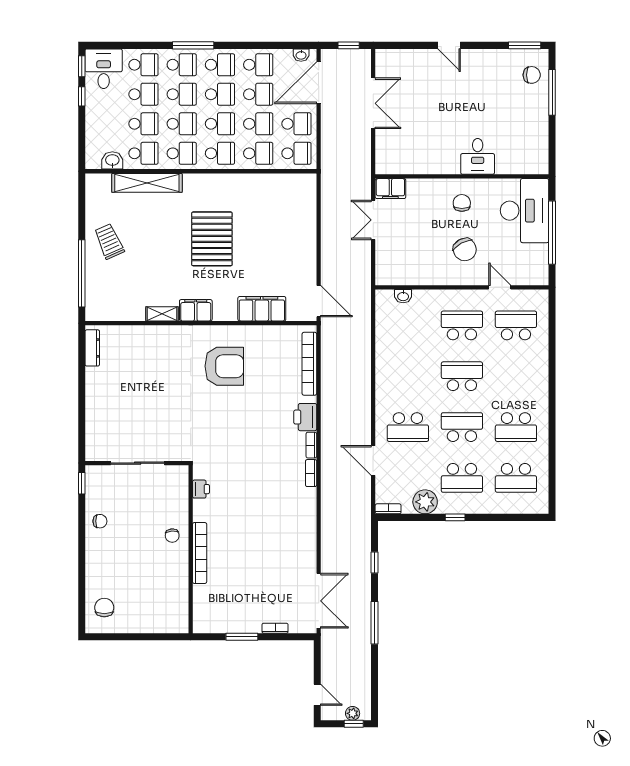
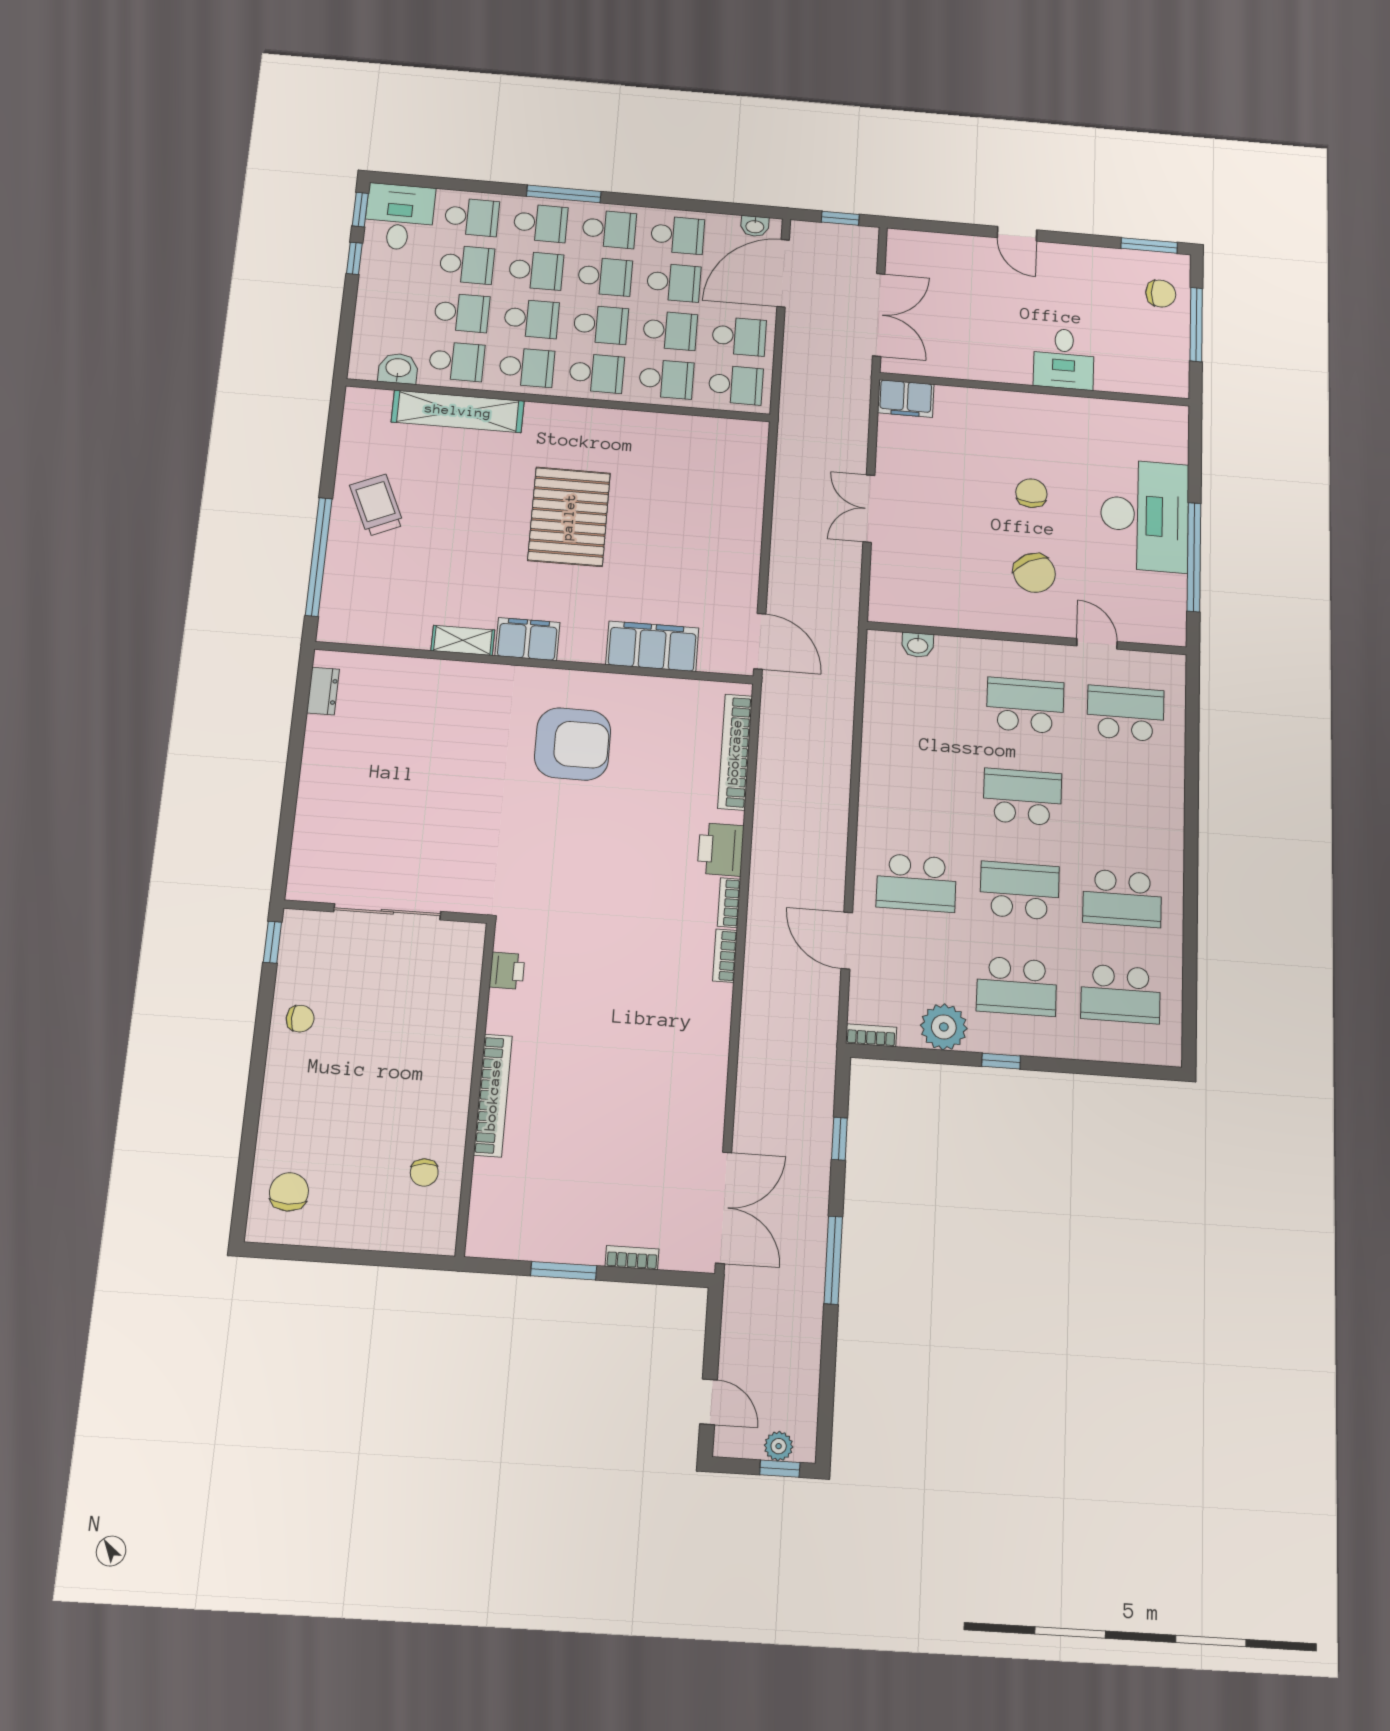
desk: (478, 156) -> (1064, 359), moved
wall: (462, 176) -> (1035, 389), moved
filing cabinet: (390, 189) -> (906, 398), moved
dresser: (92, 348) -> (323, 691), width x0.70
chair: (172, 536) -> (424, 1172), moved

